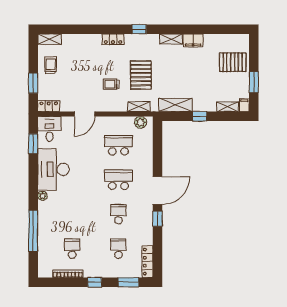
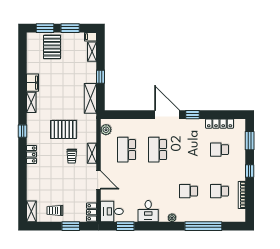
window: (254, 54) -> (45, 28), added
shelving: (139, 107) -> (92, 153), moved
desk: (53, 169) -> (148, 211), width x0.53, depth x0.77
school desk: (118, 214) -> (188, 191), moved
locker: (147, 262) -> (220, 124), moved

